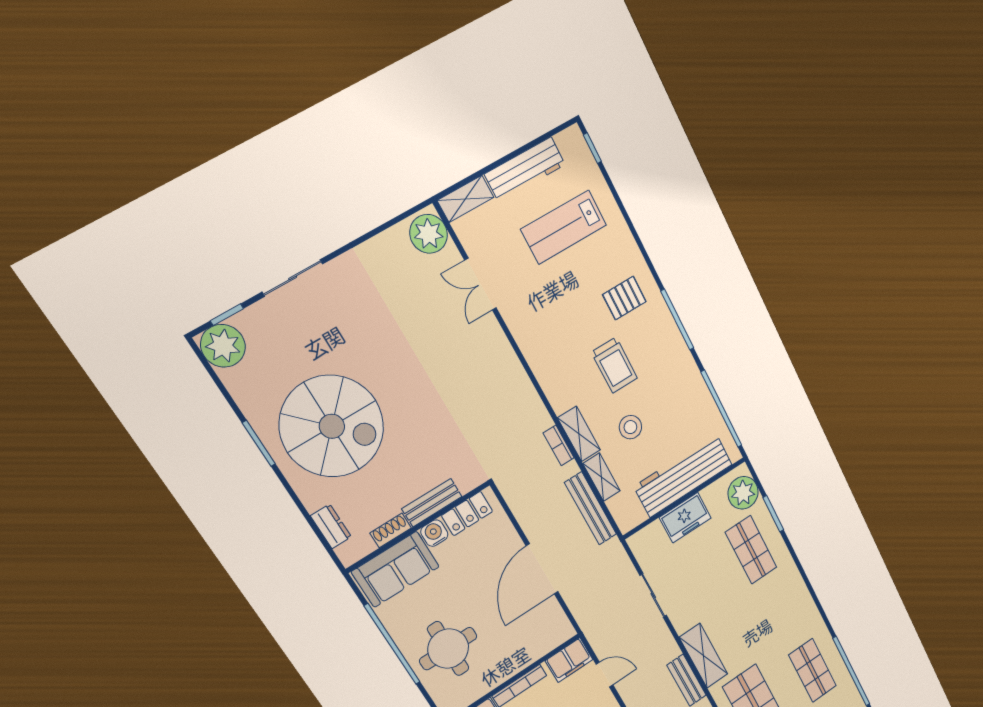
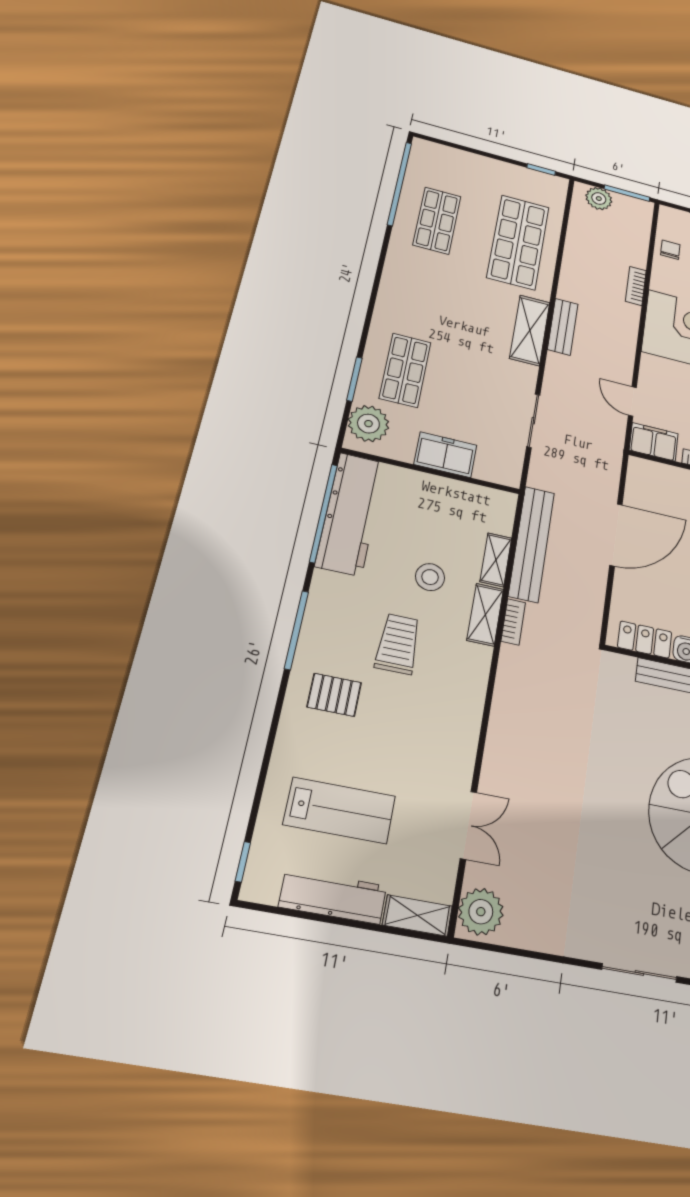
workbench: (683, 475) -> (351, 514), moved, turned -90
bench: (591, 509) -> (532, 544), width x1.37, depth x1.21

